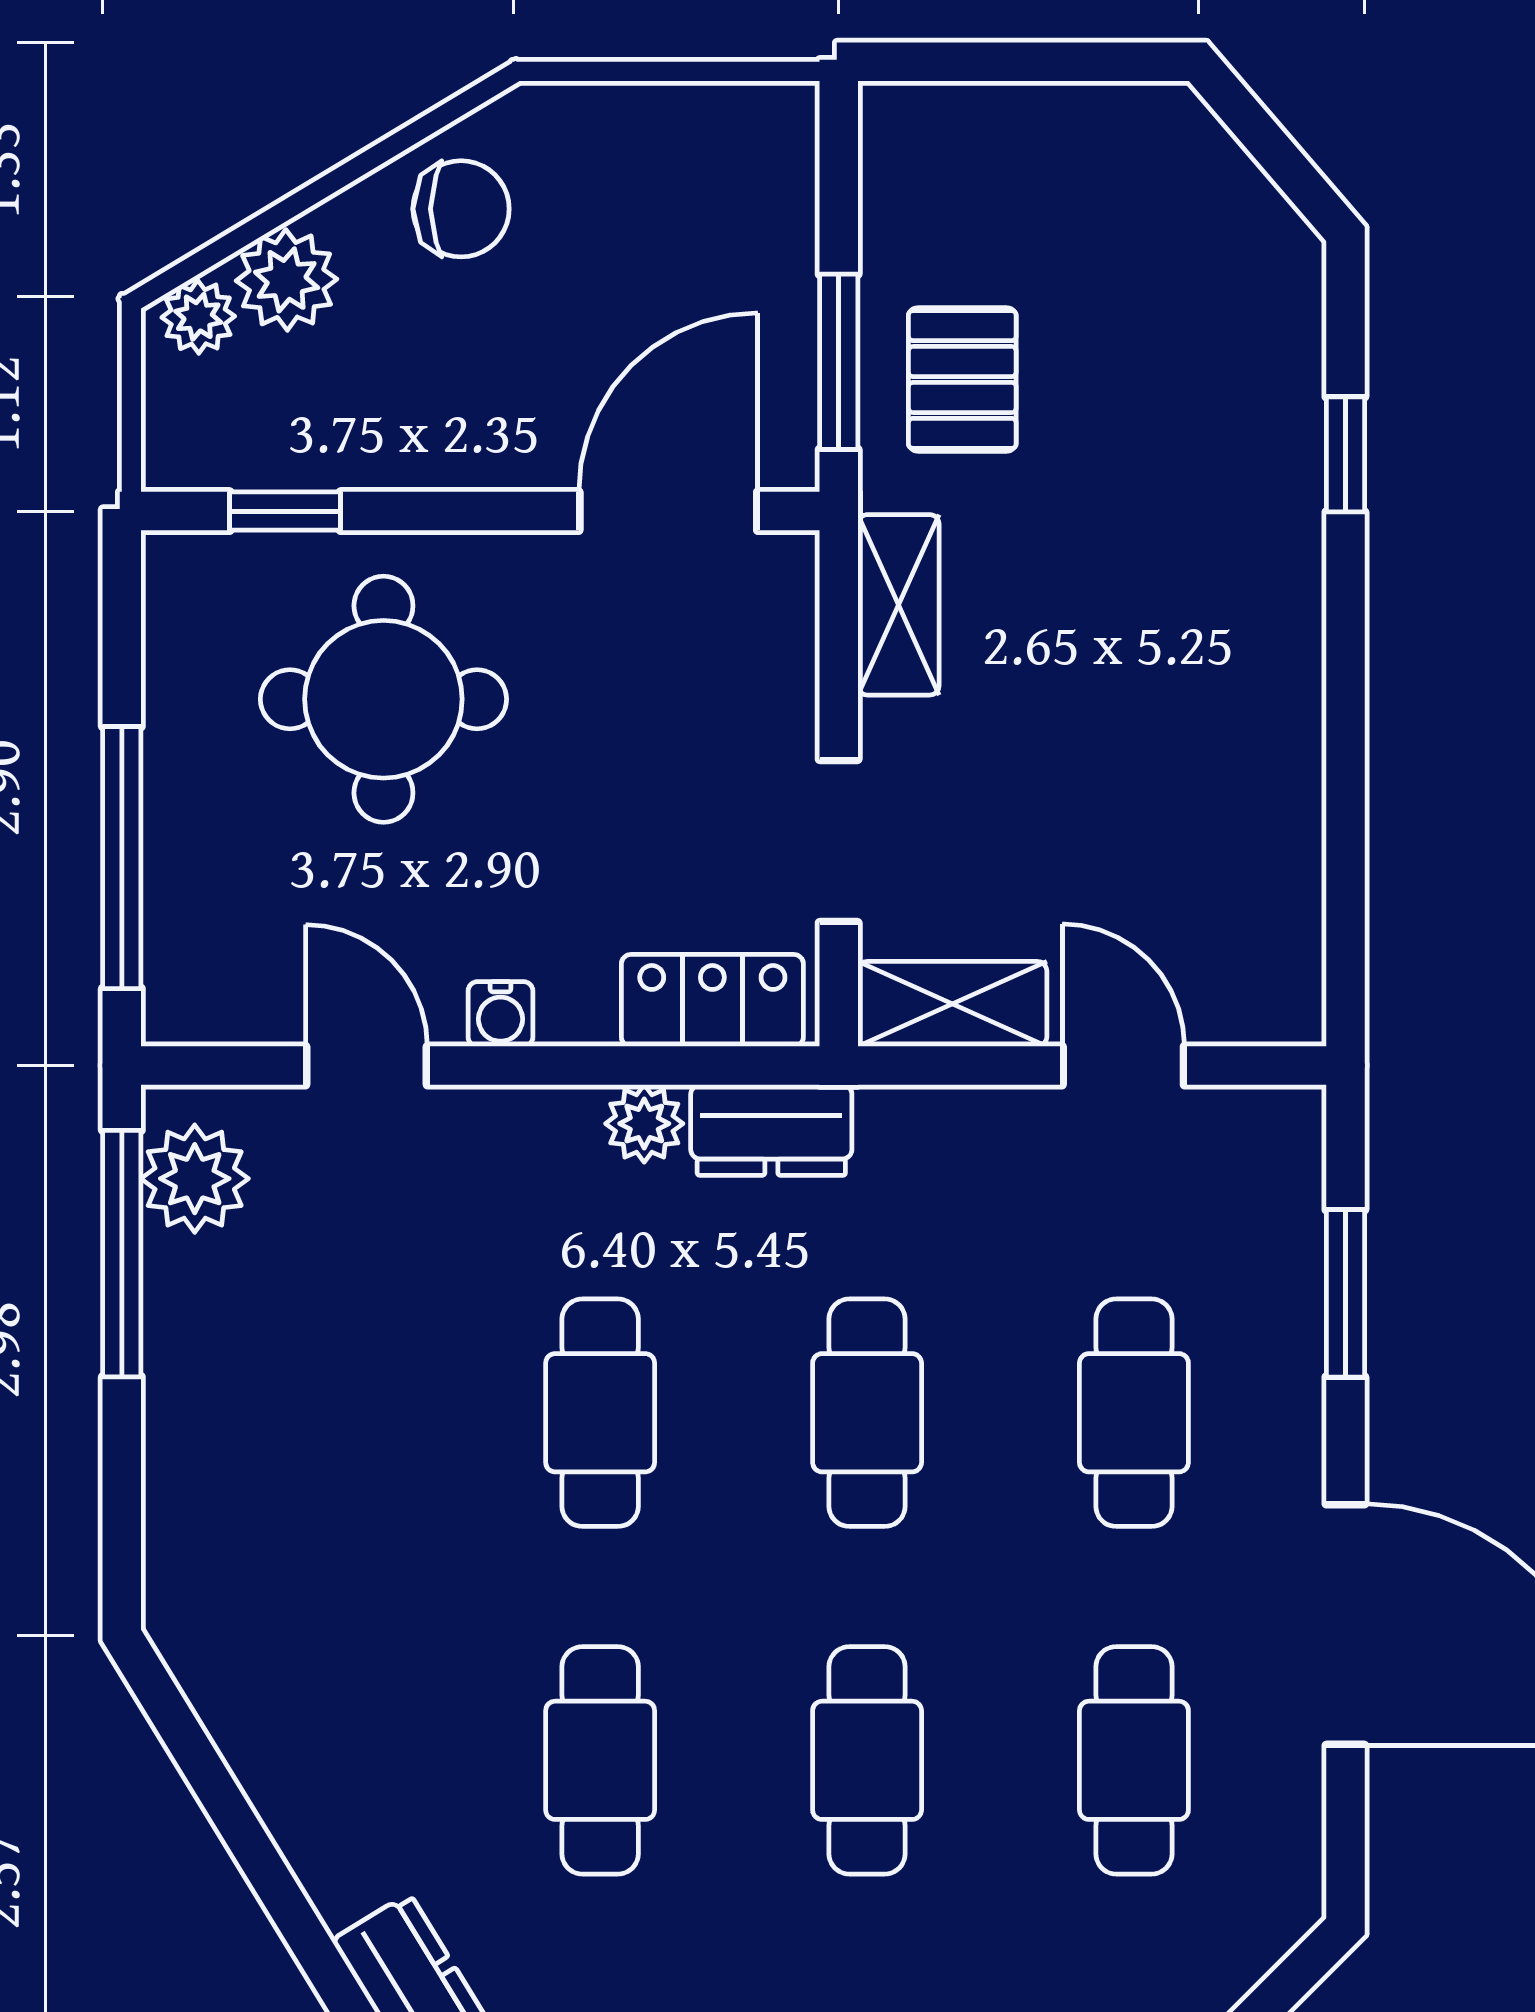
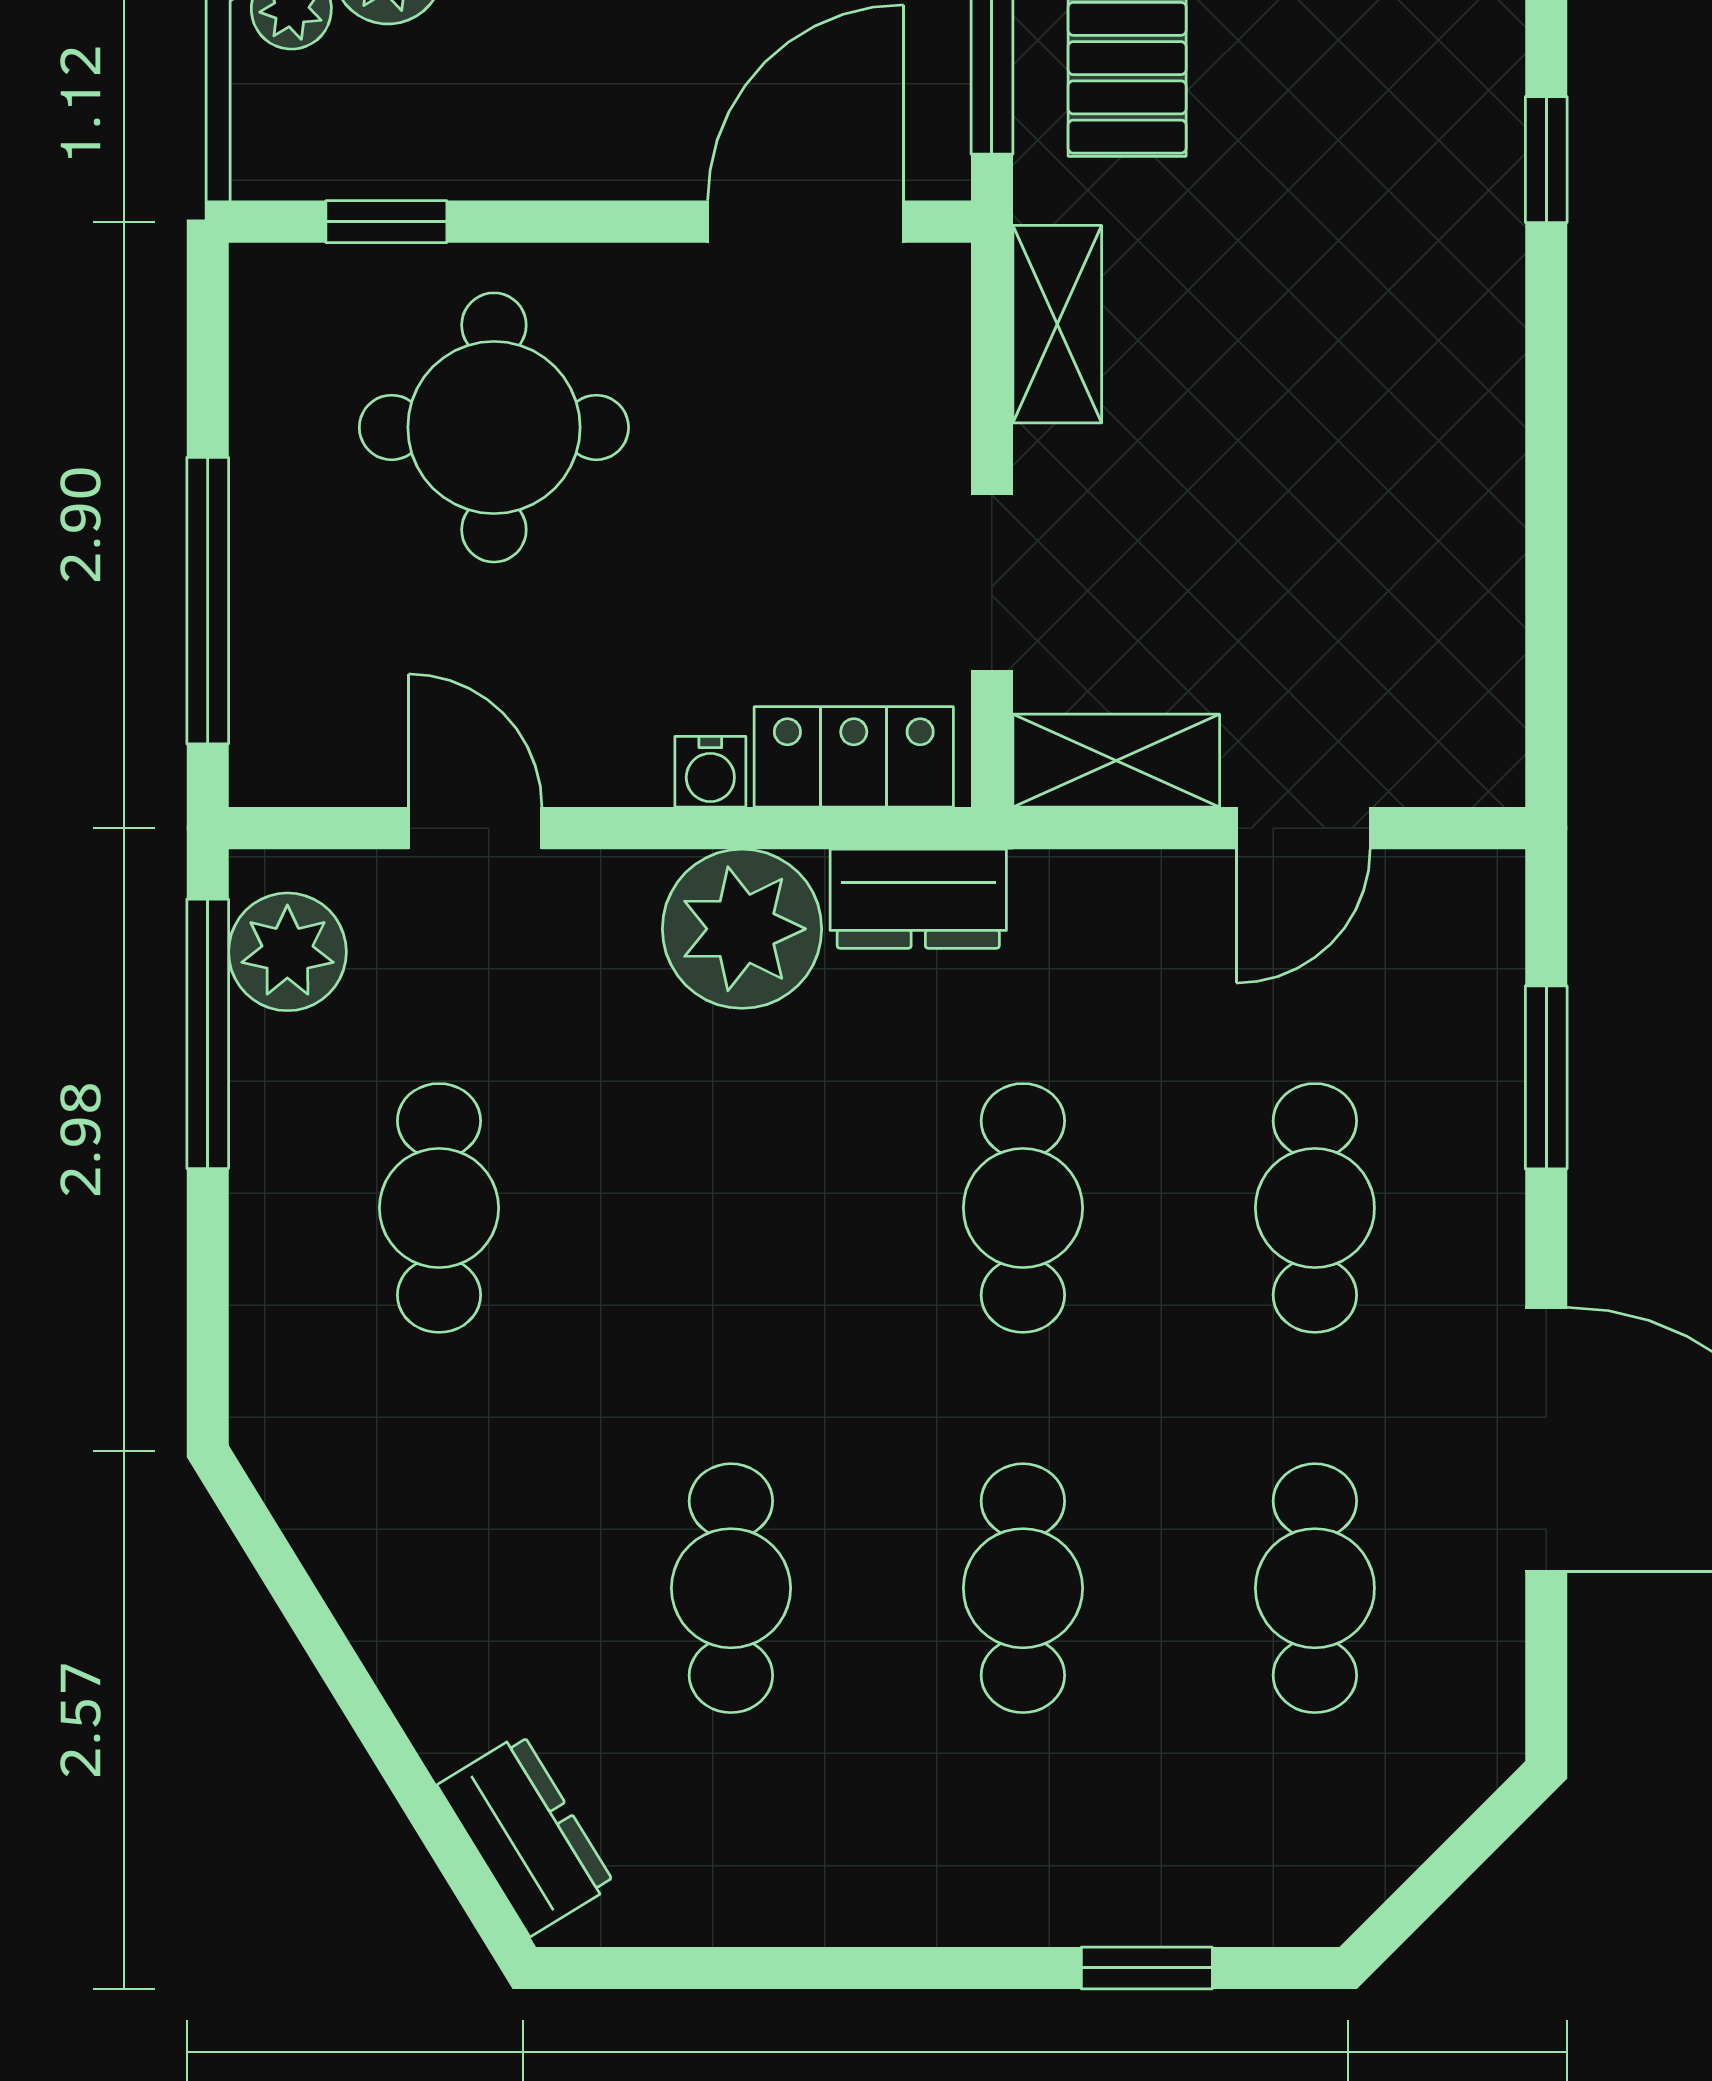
water cooler: (500, 1014) -> (710, 772), moved
door: (1123, 1066) -> (1303, 828), swing flipped
plant: (644, 1124) -> (742, 929), width x1.88, depth x1.88
cafe table: (600, 1413) -> (439, 1208), moved

